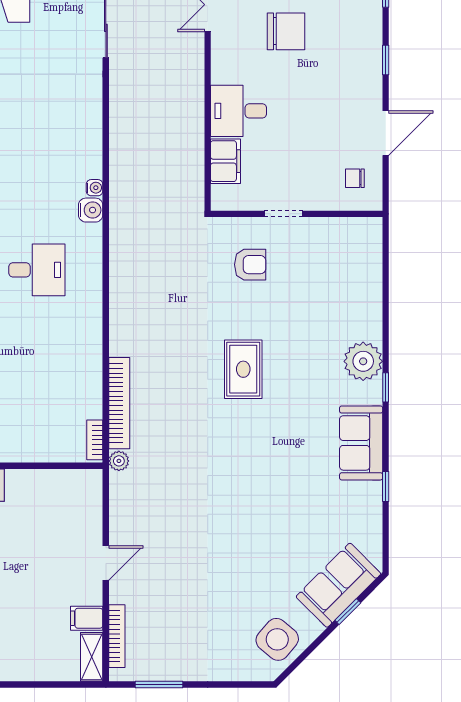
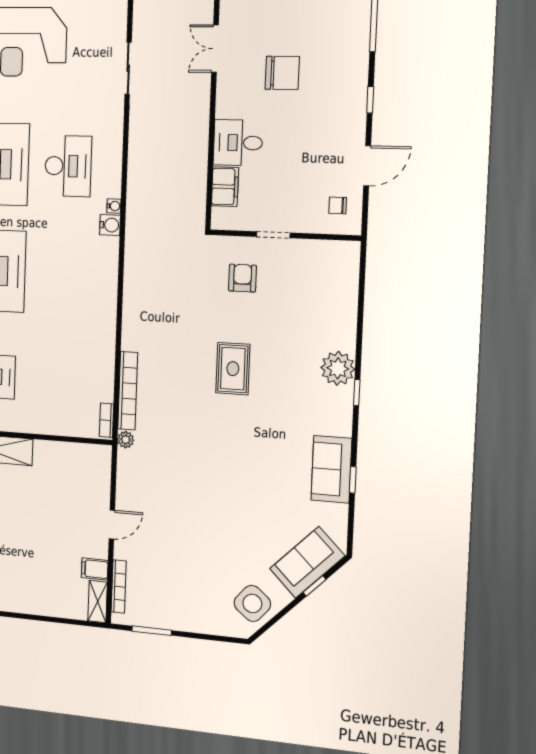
armchair: (250, 265) -> (242, 278), turned -90
desk: (37, 270) -> (68, 166), moved, width x1.37
sofa: (361, 443) -> (331, 469), moved

